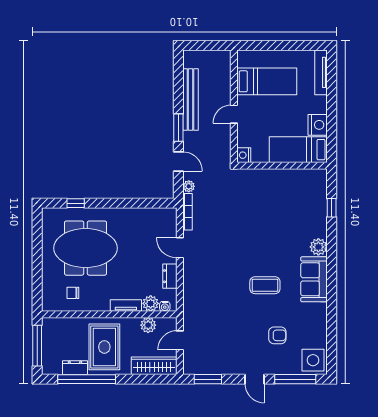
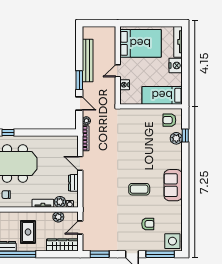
bed: (267, 81) -> (140, 43), width x1.50
nightstand: (318, 125) -> (176, 65), moved
nightstand: (244, 155) -> (125, 85), moved
armchair: (308, 185) -> (169, 120), added
plant: (318, 247) -> (176, 138), moved
rug: (104, 347) -> (28, 232), width x0.73, depth x0.70

